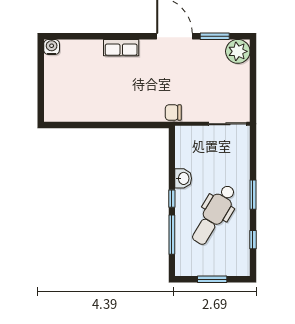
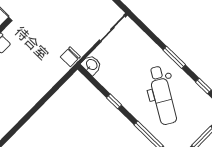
washbasin: (183, 178) -> (91, 65), moved
window: (172, 199) -> (114, 101), moved

